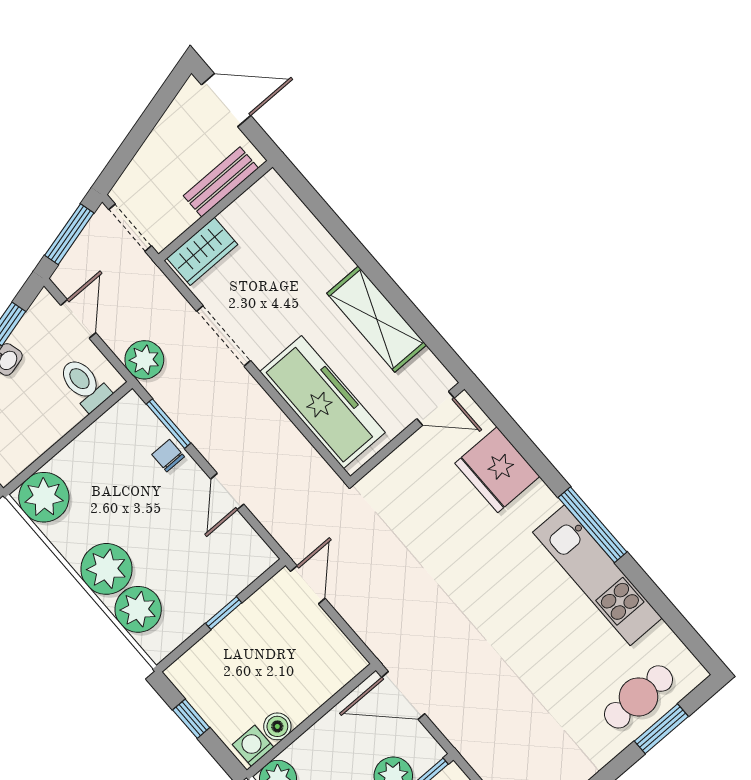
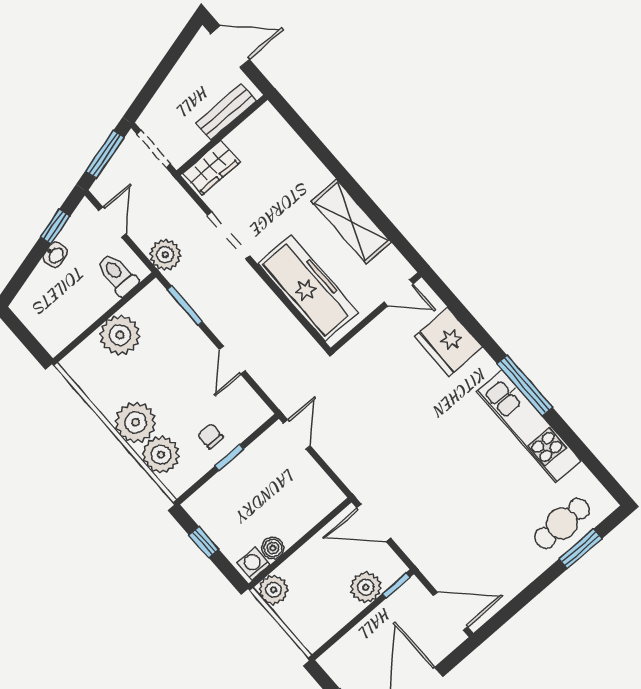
chair: (168, 456) -> (211, 436), moved
plant: (44, 497) -> (120, 335), moved

